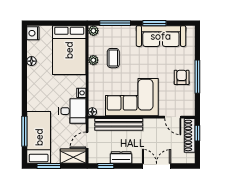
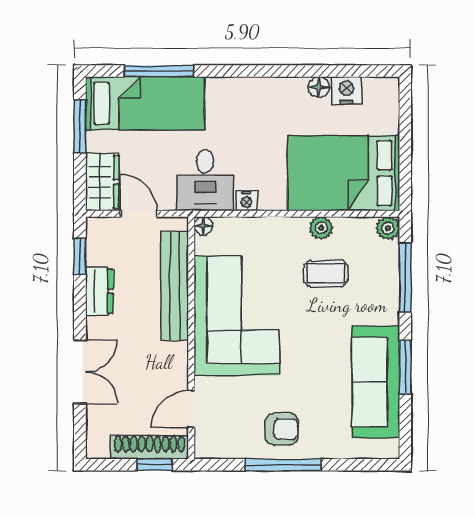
nightstand: (33, 33) -> (347, 90), moved

